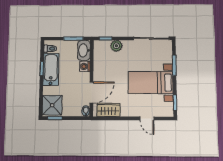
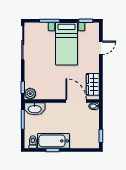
plant: (116, 46) -> (30, 94), moved
washing machine: (85, 66) -> (51, 108), removed
shower: (52, 105) -> (88, 139), removed

